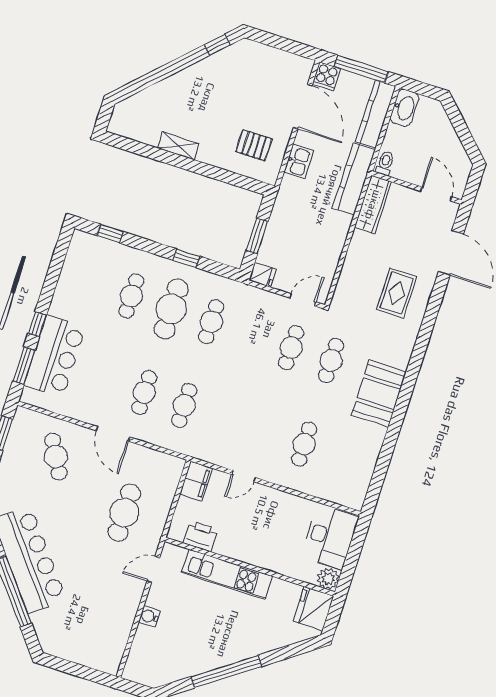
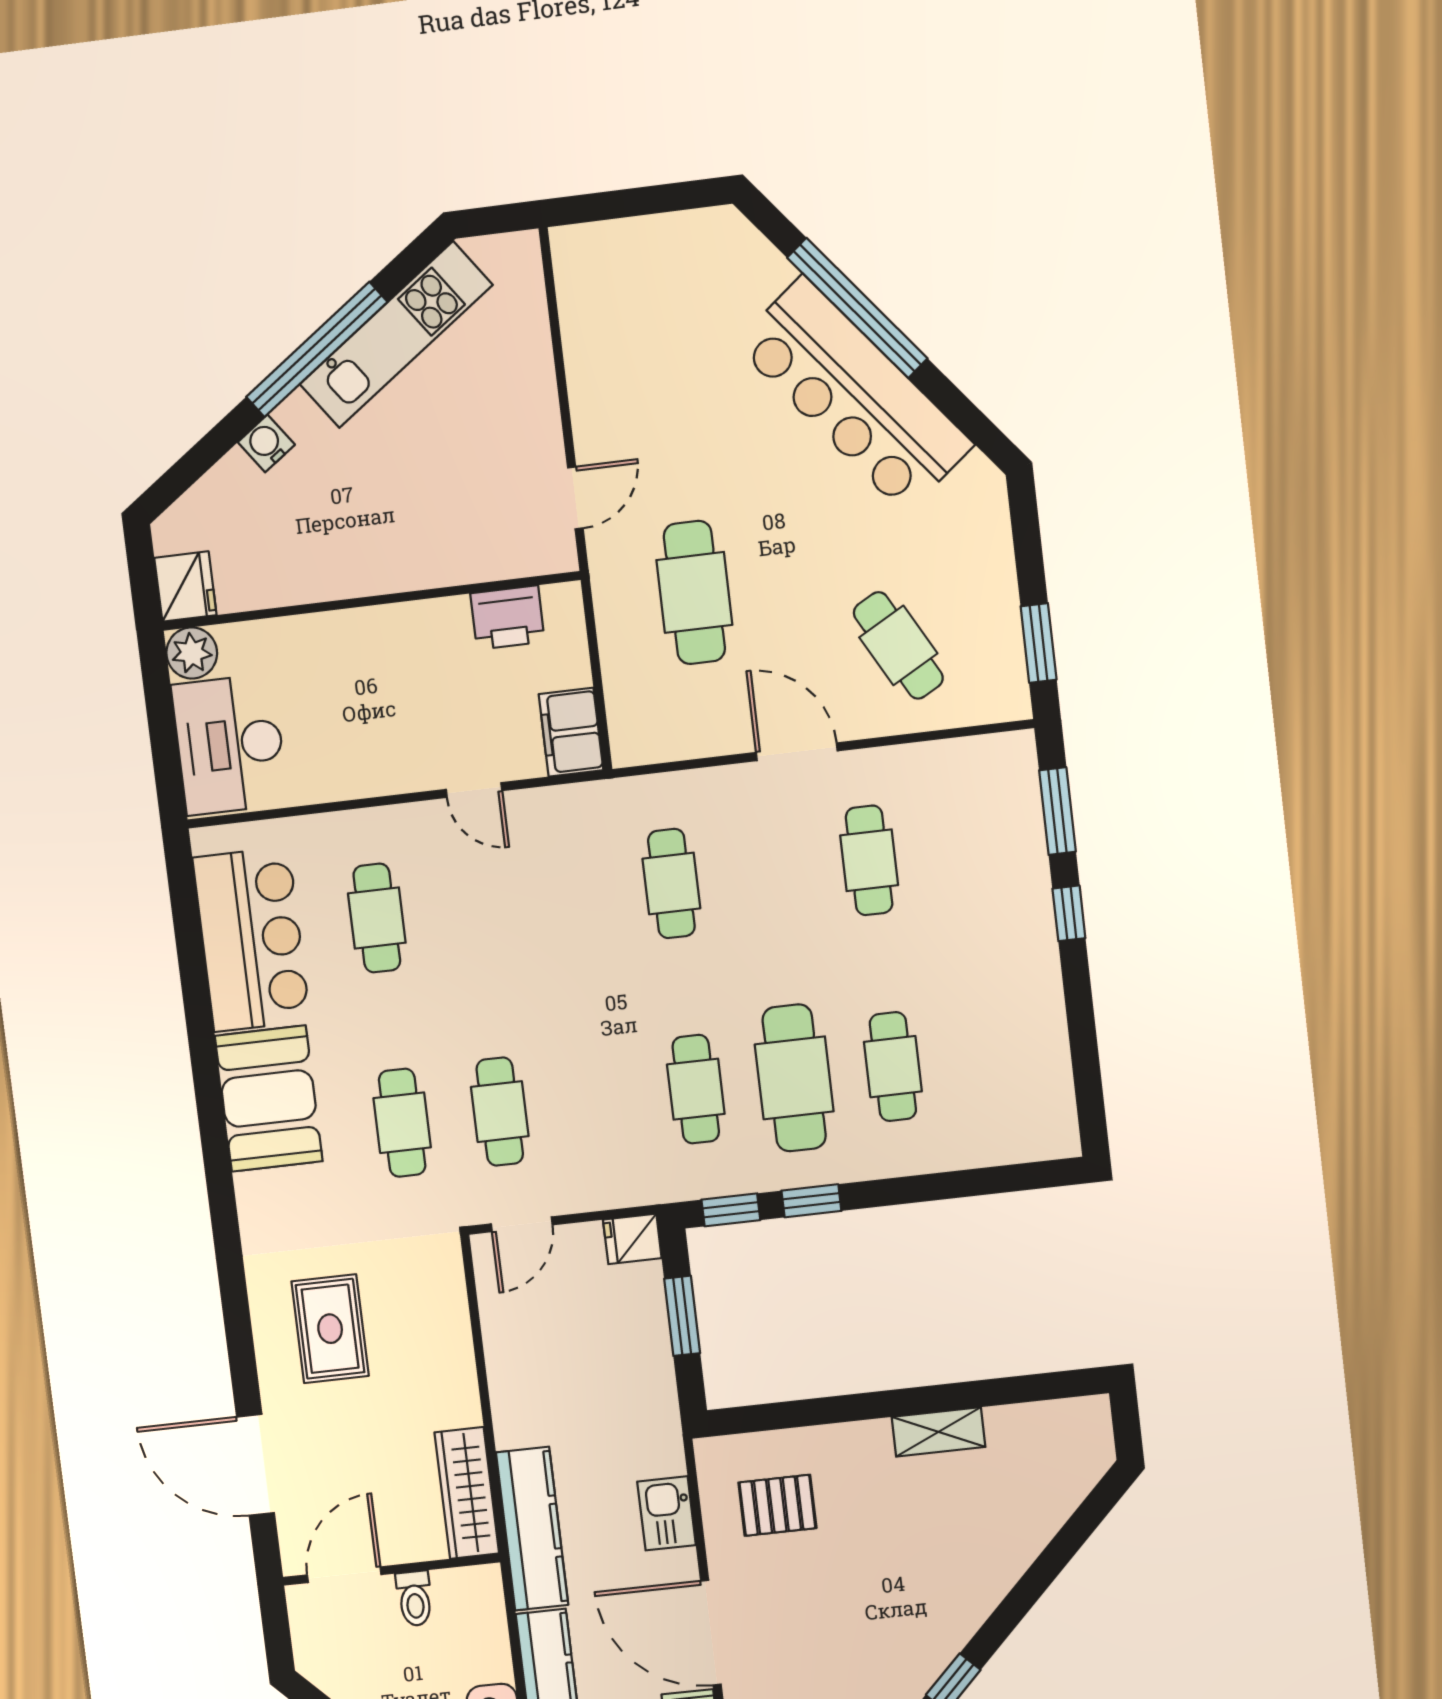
toilet: (385, 163) -> (415, 1598), moved
door: (436, 194) -> (344, 1575), swing flipped
window: (110, 234) -> (731, 1210), moved
bar counter: (55, 356) -> (251, 939), moved, turned 180
cafe table: (144, 392) -> (869, 860), moved
door: (244, 476) -> (474, 790), swing flipped
kitchen unit: (227, 574) -> (396, 335), moved, turned 144
fridge: (314, 609) -> (185, 586), width x0.73, depth x0.75
water cooler: (149, 616) -> (266, 443), moved, turned -126

